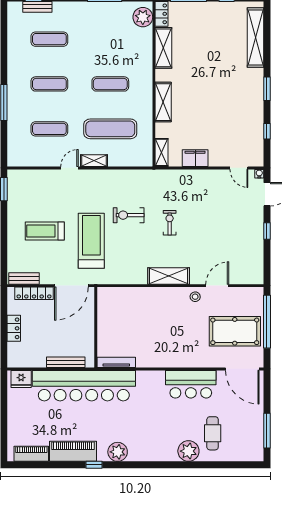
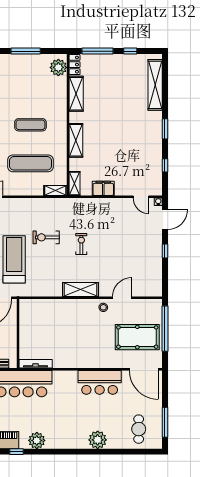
shelving: (94, 161) -> (55, 191), moved
cafe table: (213, 433) -> (139, 429), moved

